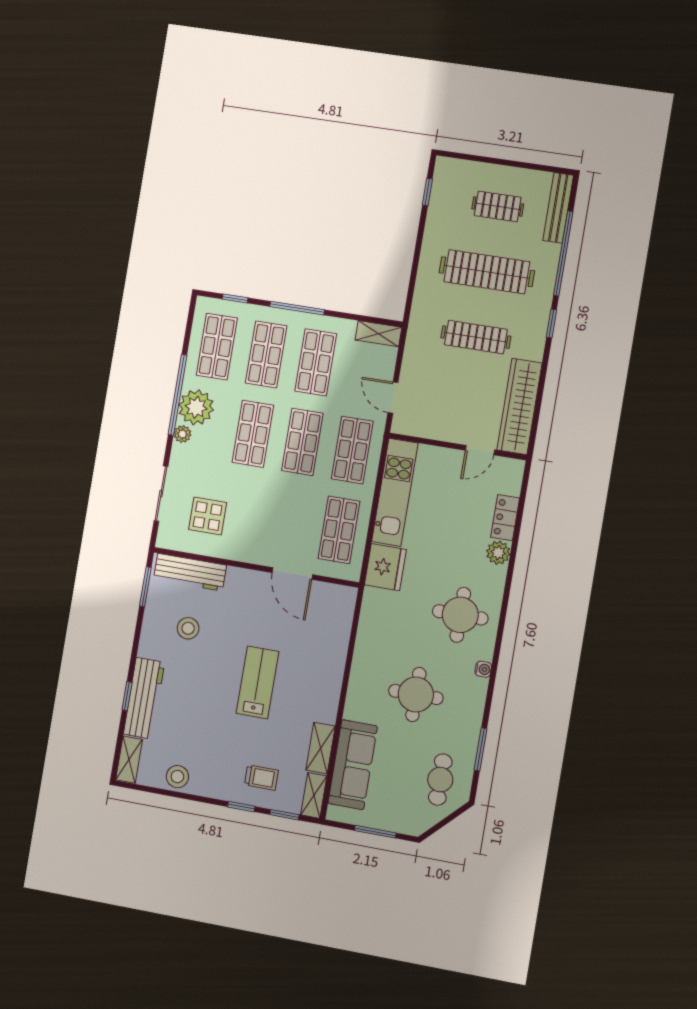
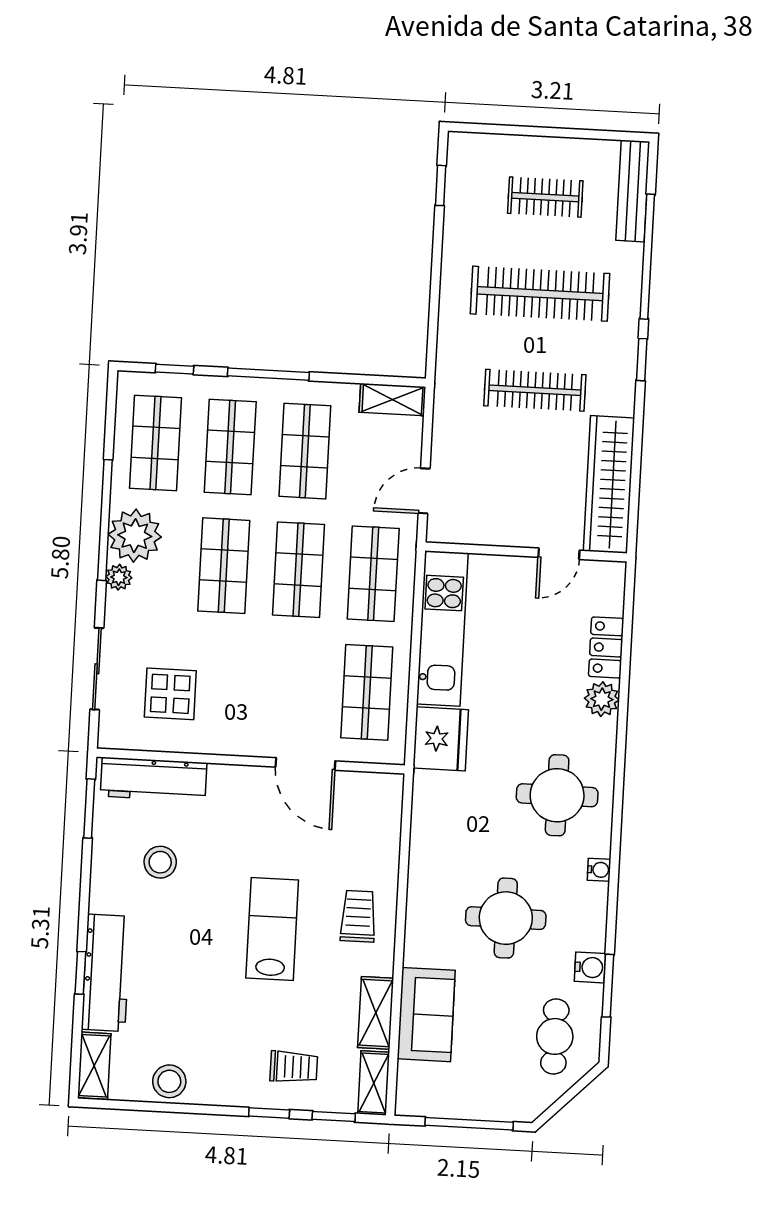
door: (393, 398) -> (424, 491), hinge flipped
trolley: (316, 681) -> (358, 916), added
water cooler: (470, 735) -> (590, 967), added
sofa: (353, 765) -> (426, 1015), width x0.73
window: (375, 832) -> (469, 1124), width x1.44

